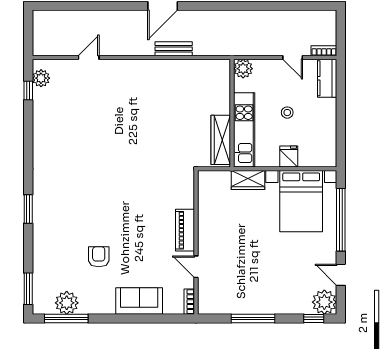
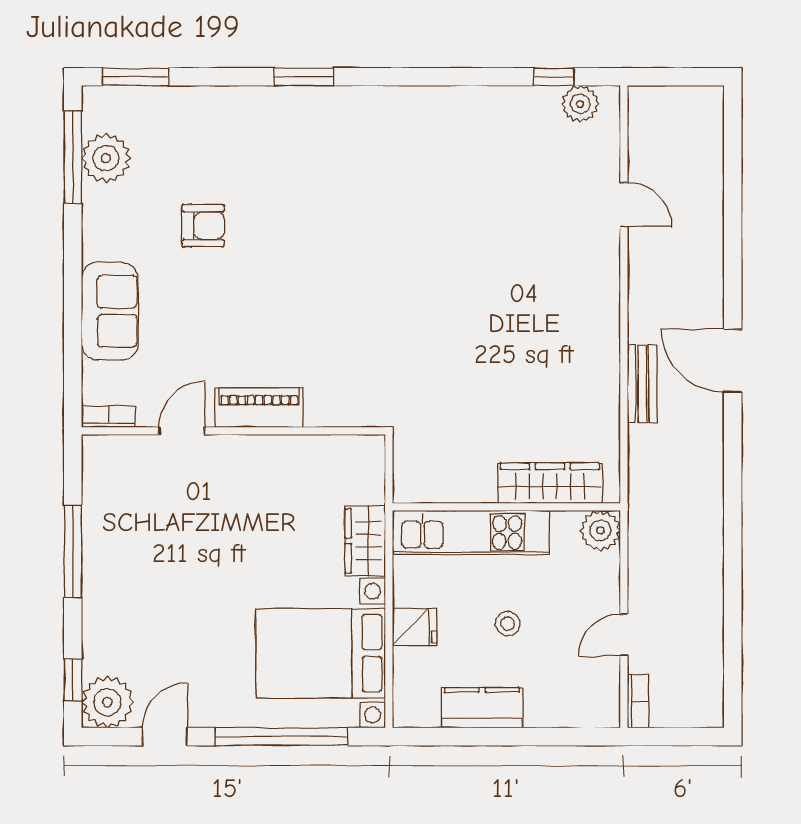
kitchen counter: (327, 78) -> (482, 708), moved
wardrobe: (221, 140) -> (550, 483), moved

